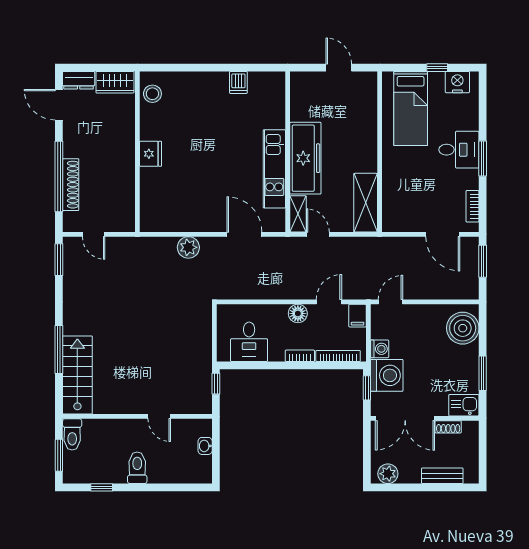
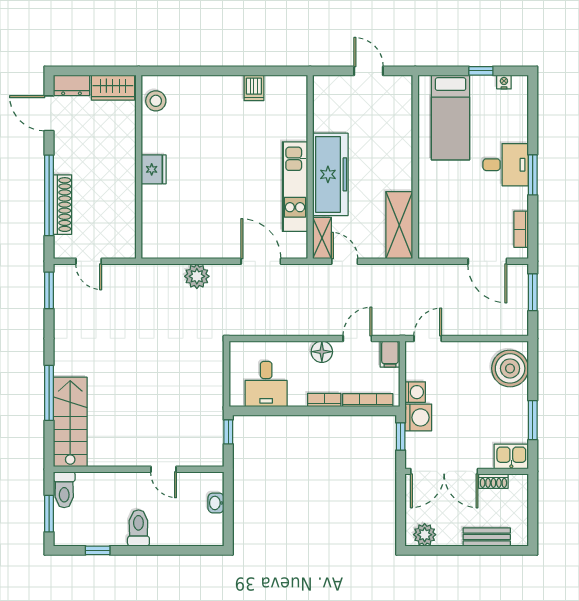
nightstand: (457, 82) -> (504, 82), width x0.53, depth x0.56
washing machine: (387, 375) -> (418, 417), width x0.73, depth x0.73

